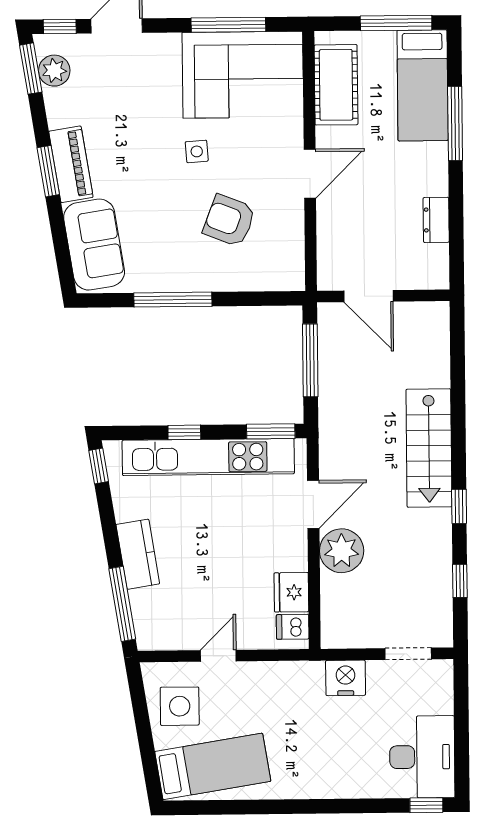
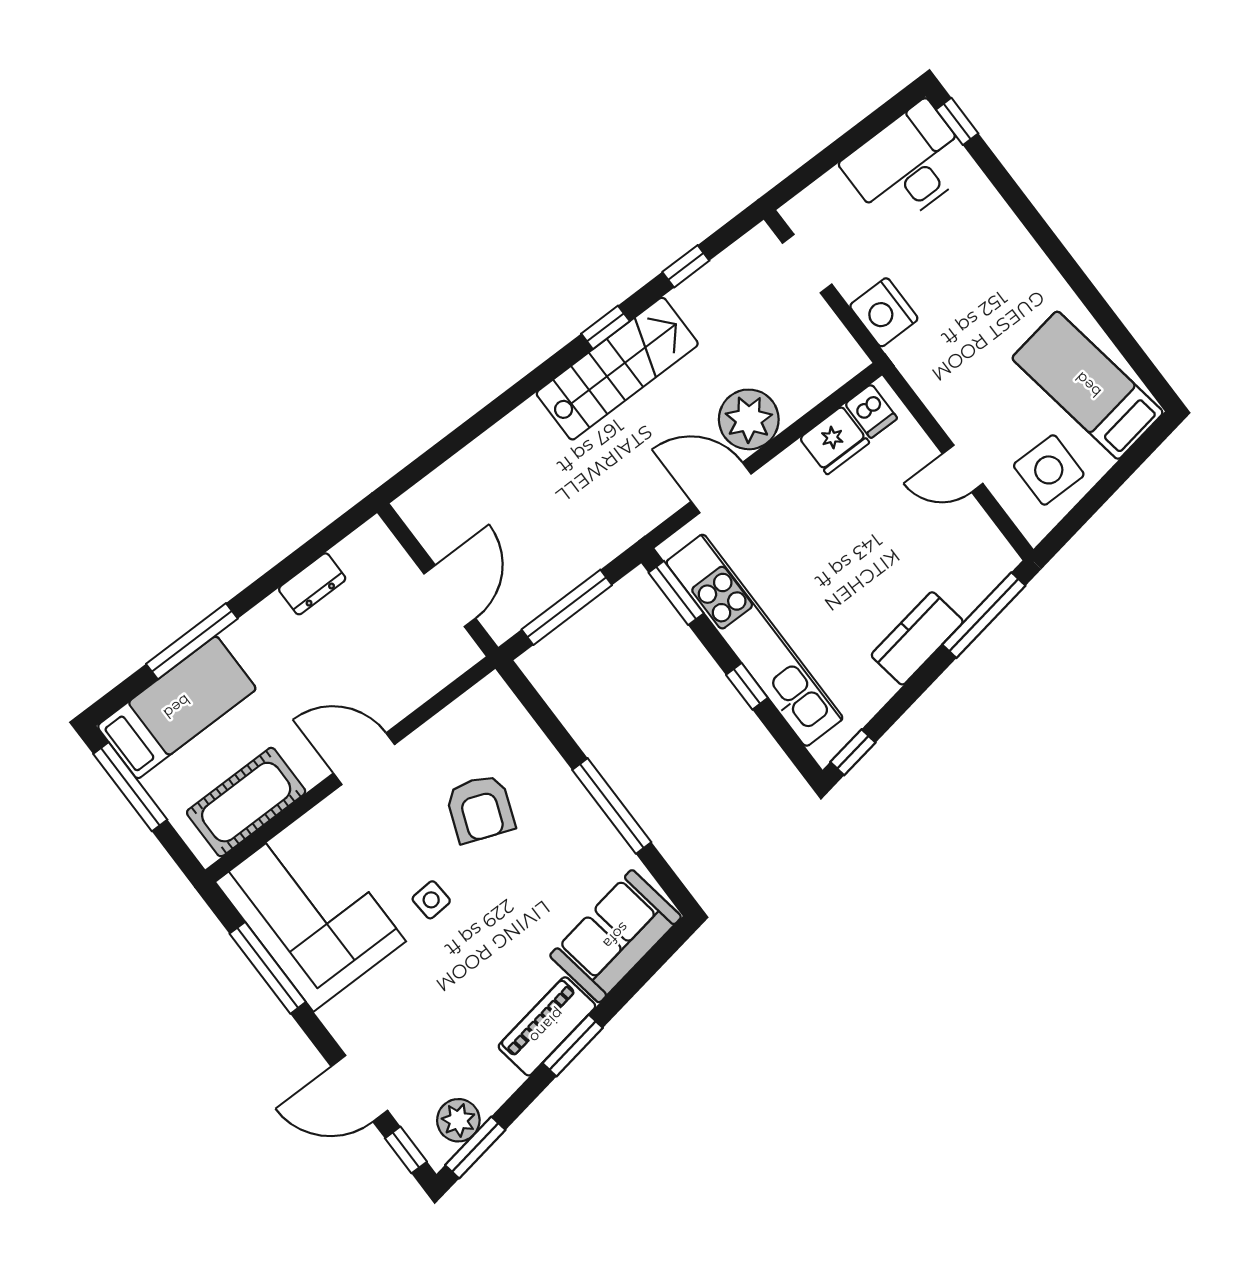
stairs: (429, 448) -> (617, 369), moved

